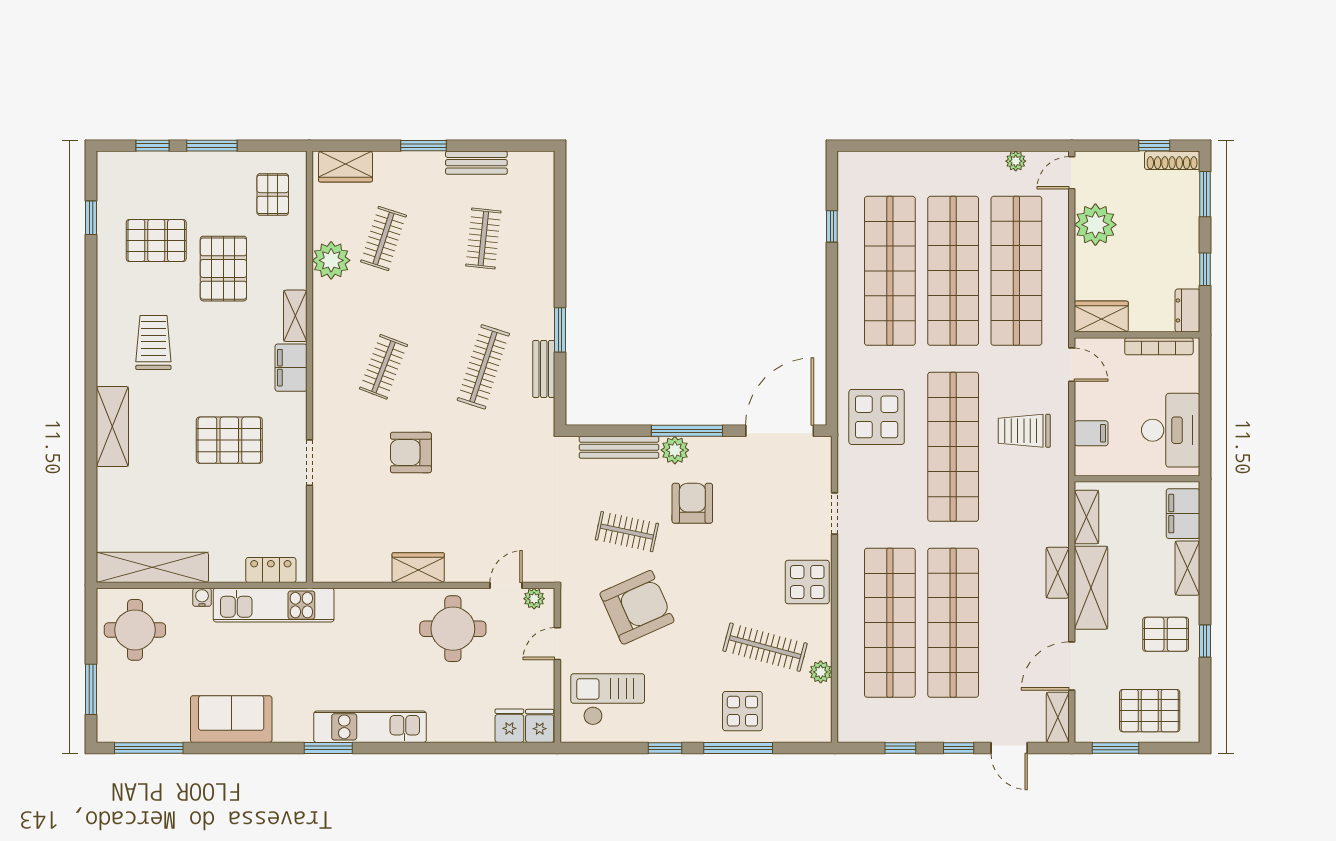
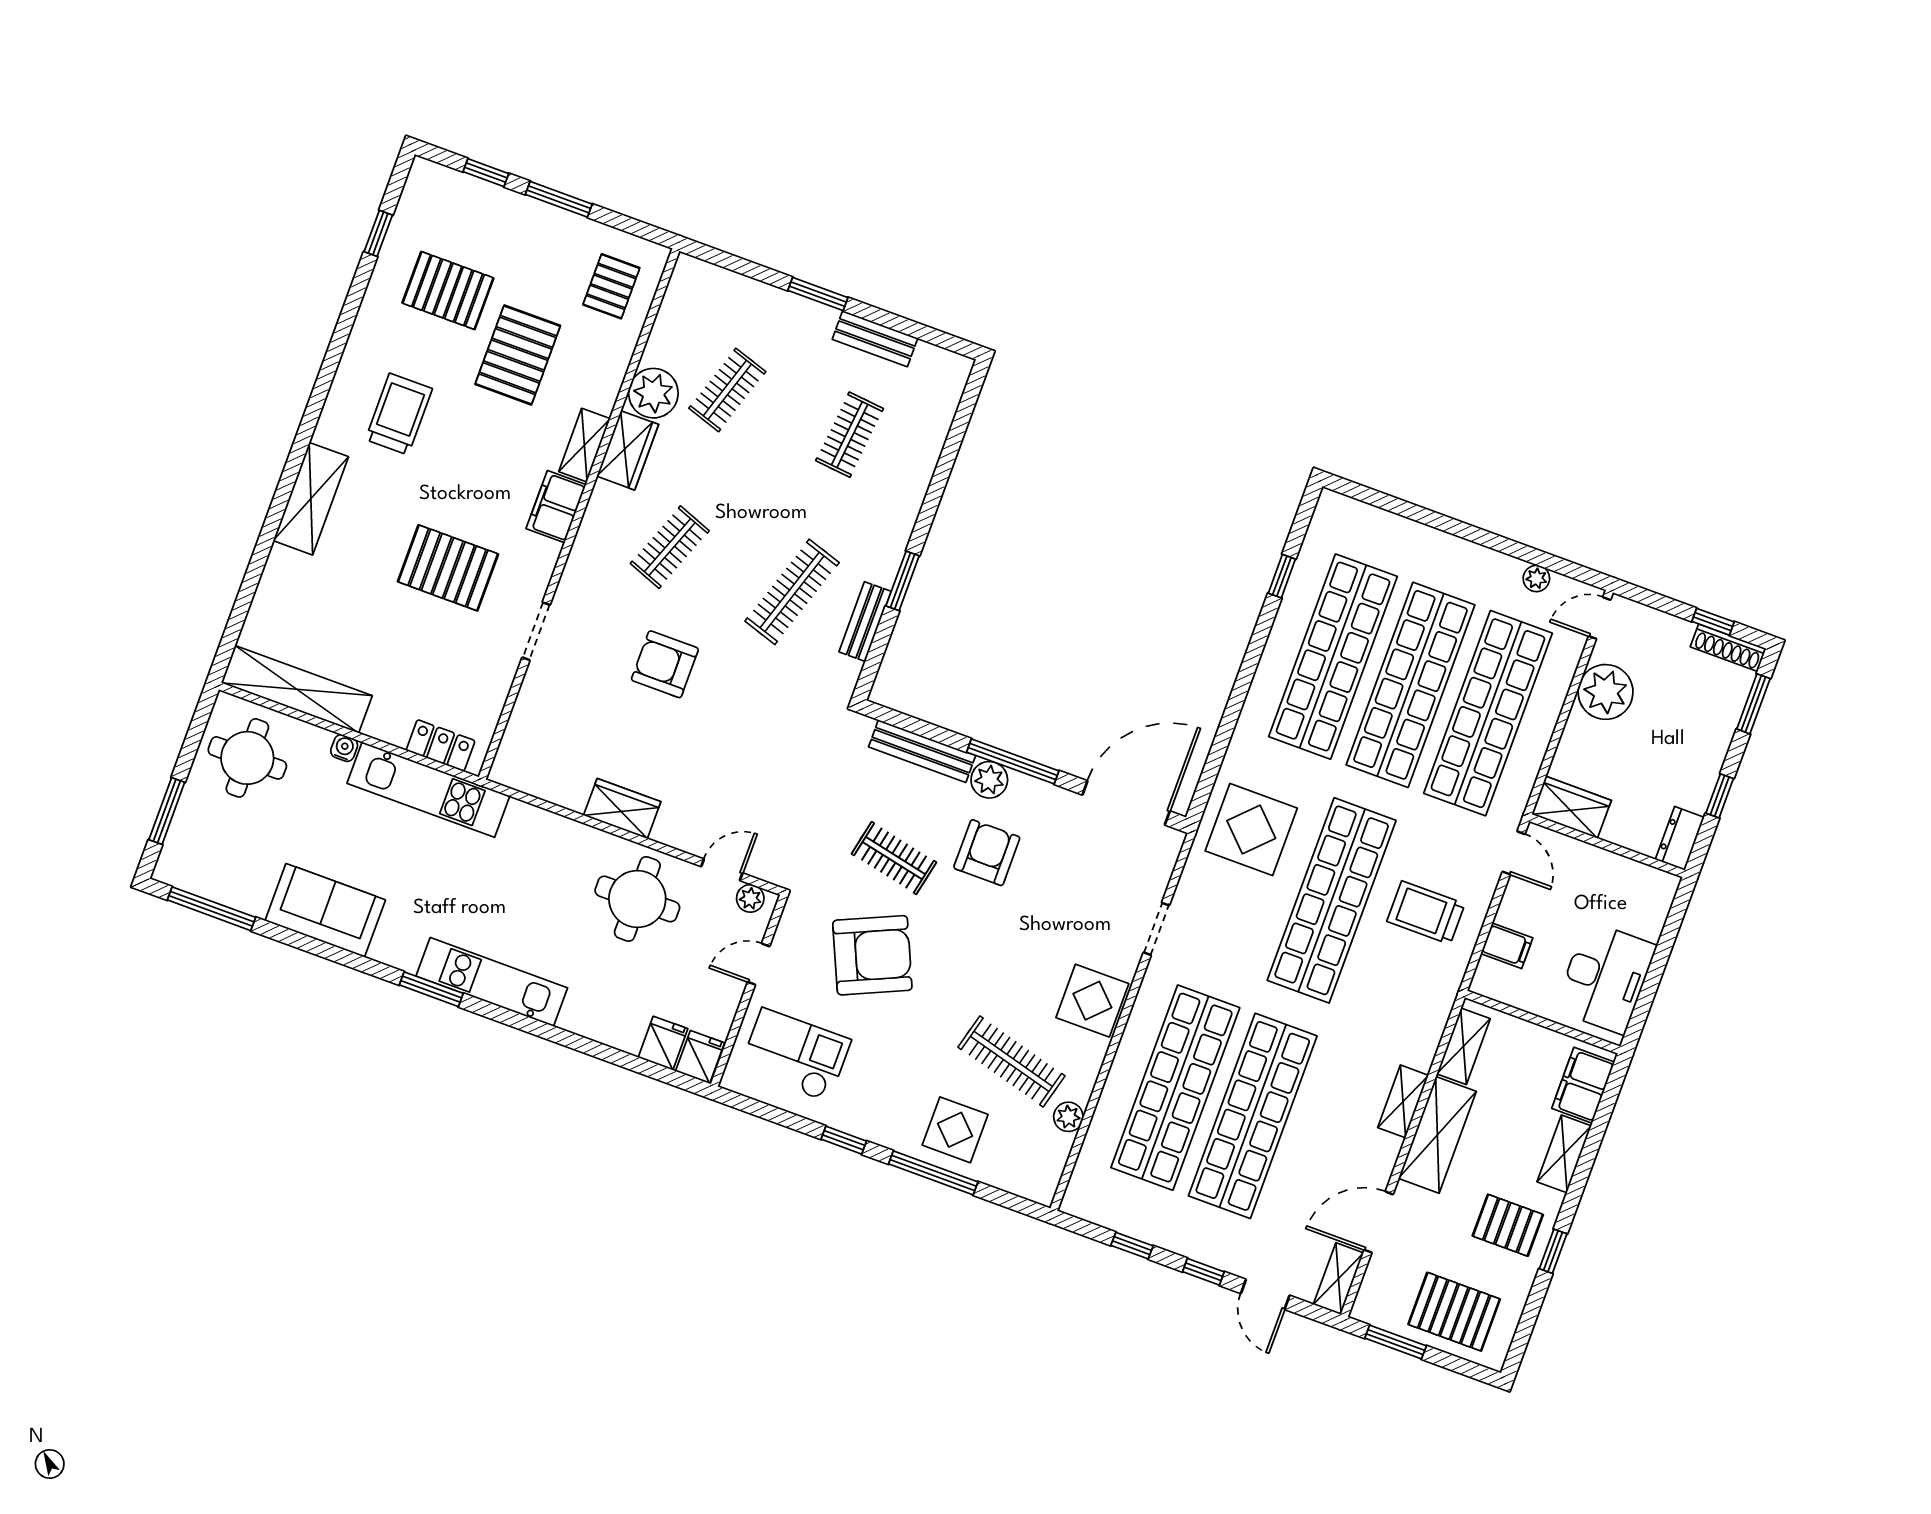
wardrobe: (346, 167) -> (628, 450), moved, turned -90
bookcase: (1159, 346) -> (1629, 869), removed

